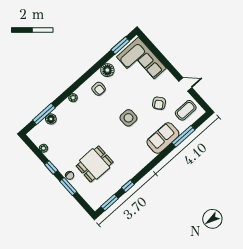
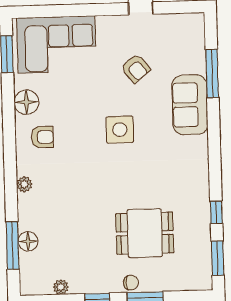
coffee table: (186, 110) -> (178, 39), removed
dining table: (95, 164) -> (145, 233), turned 90

